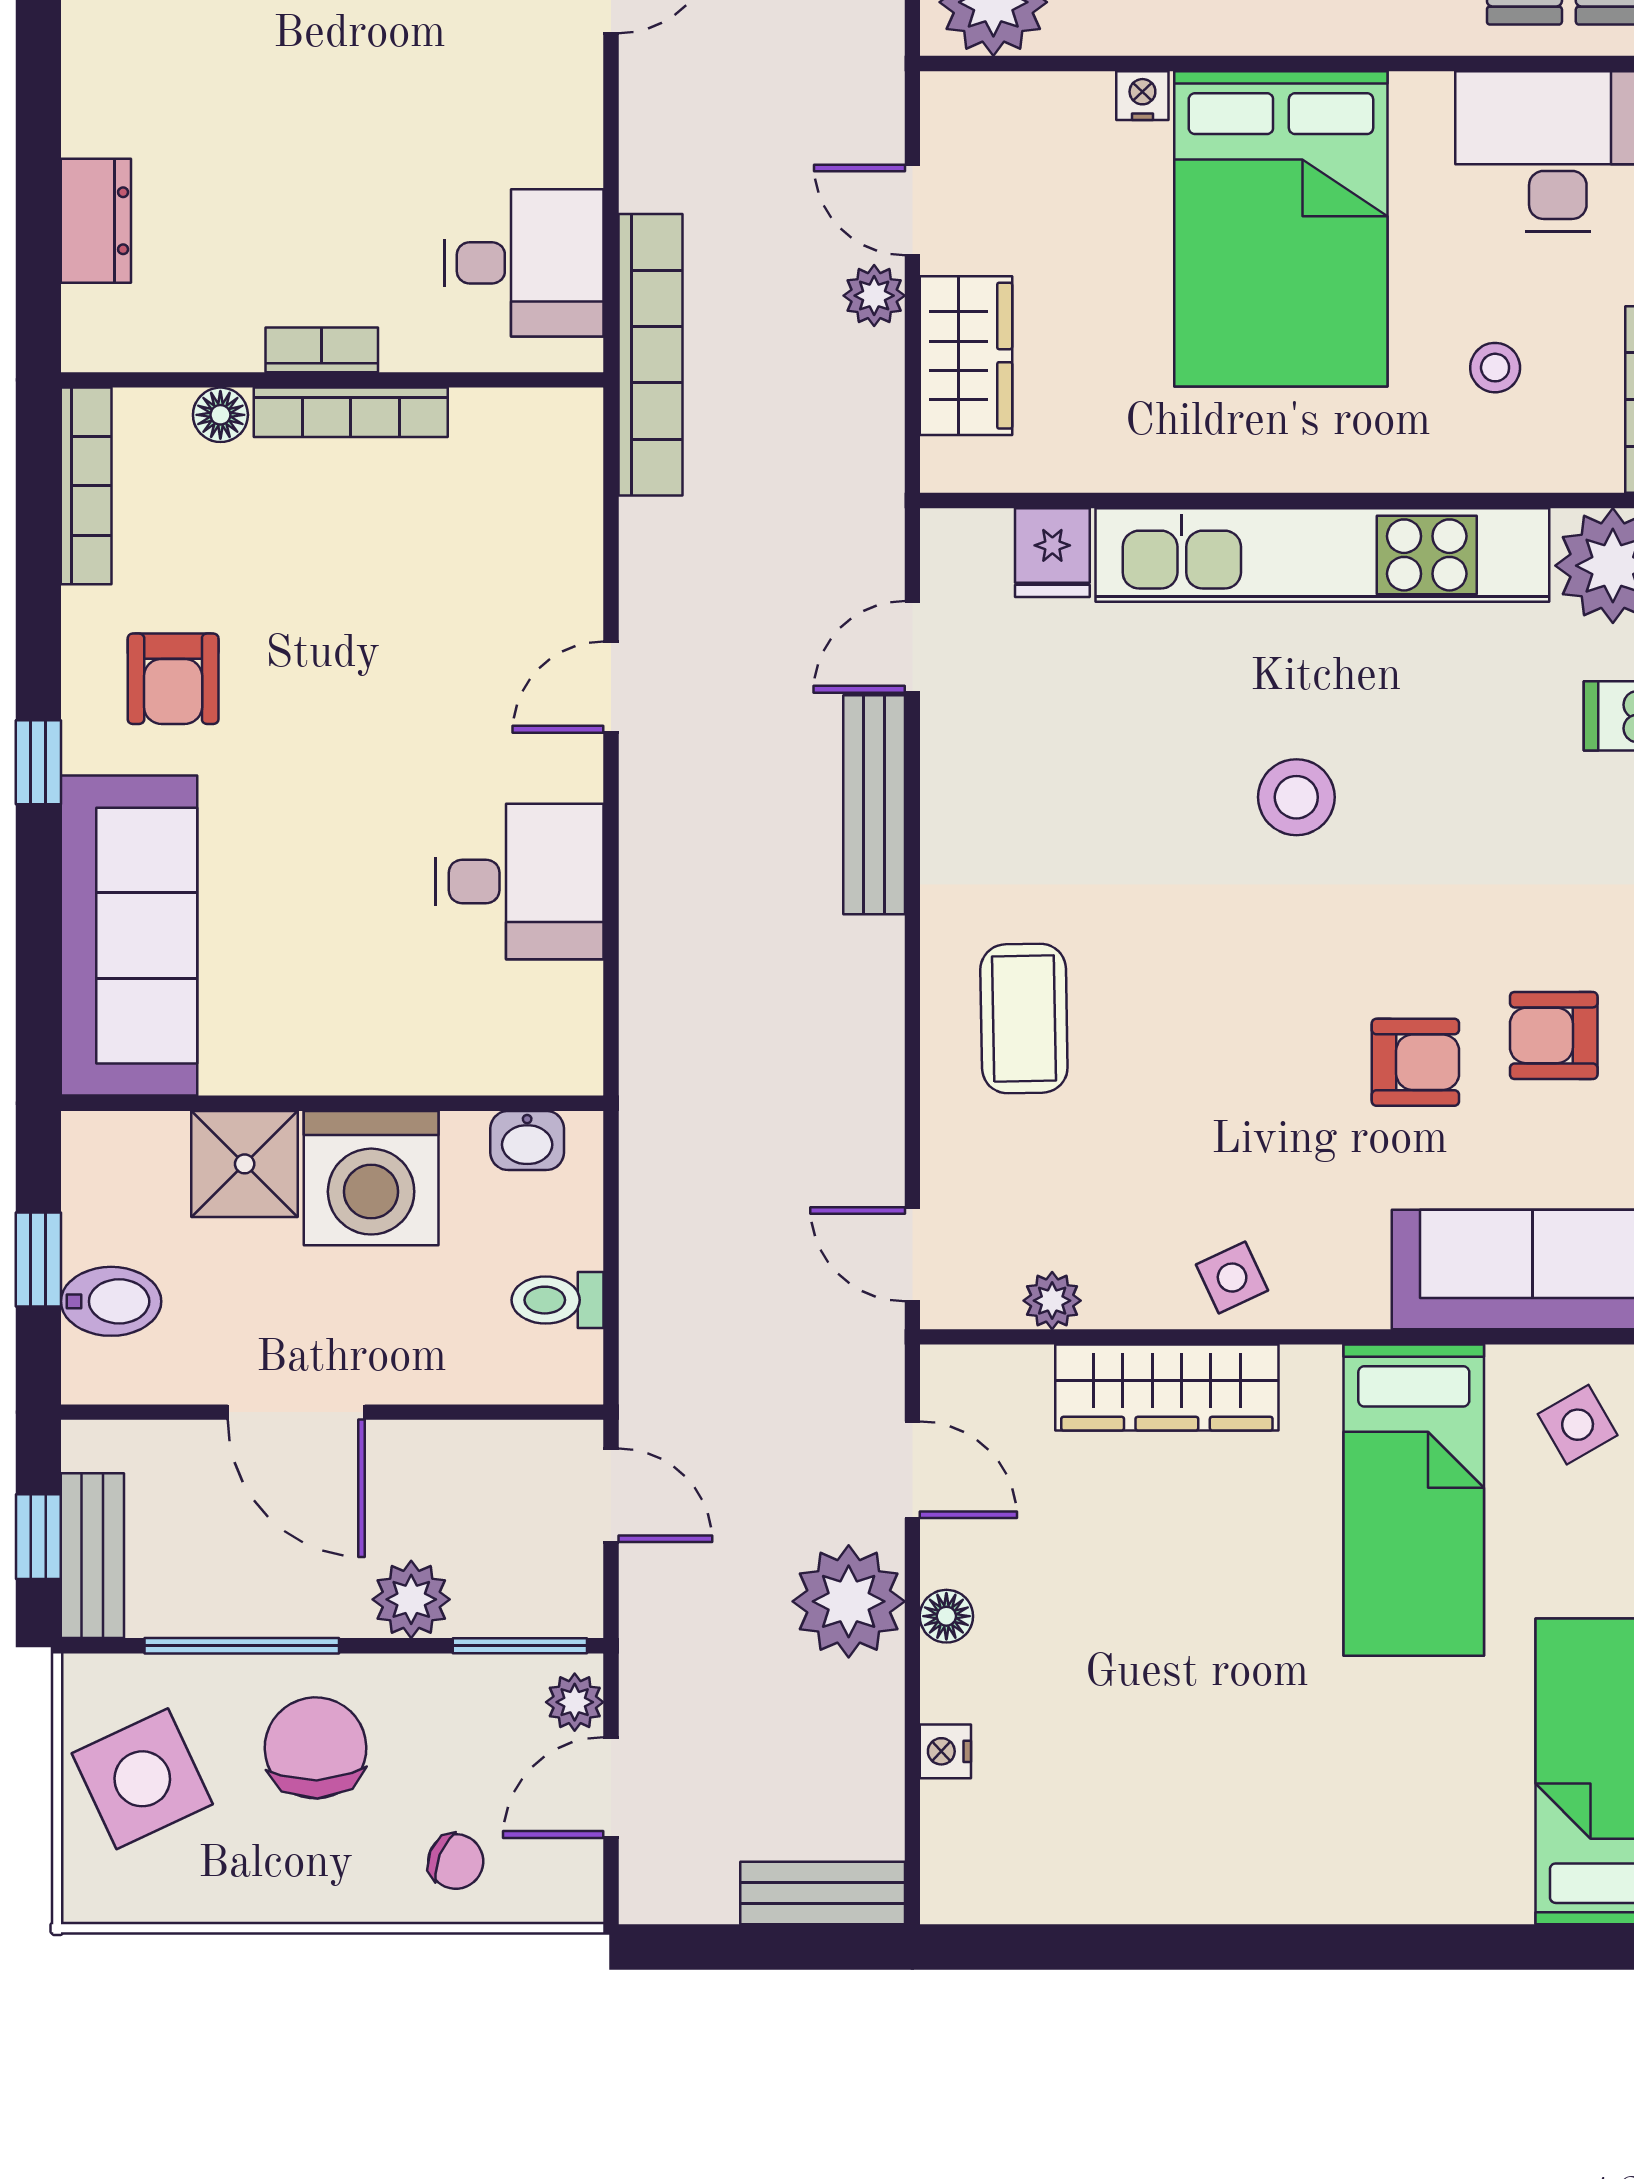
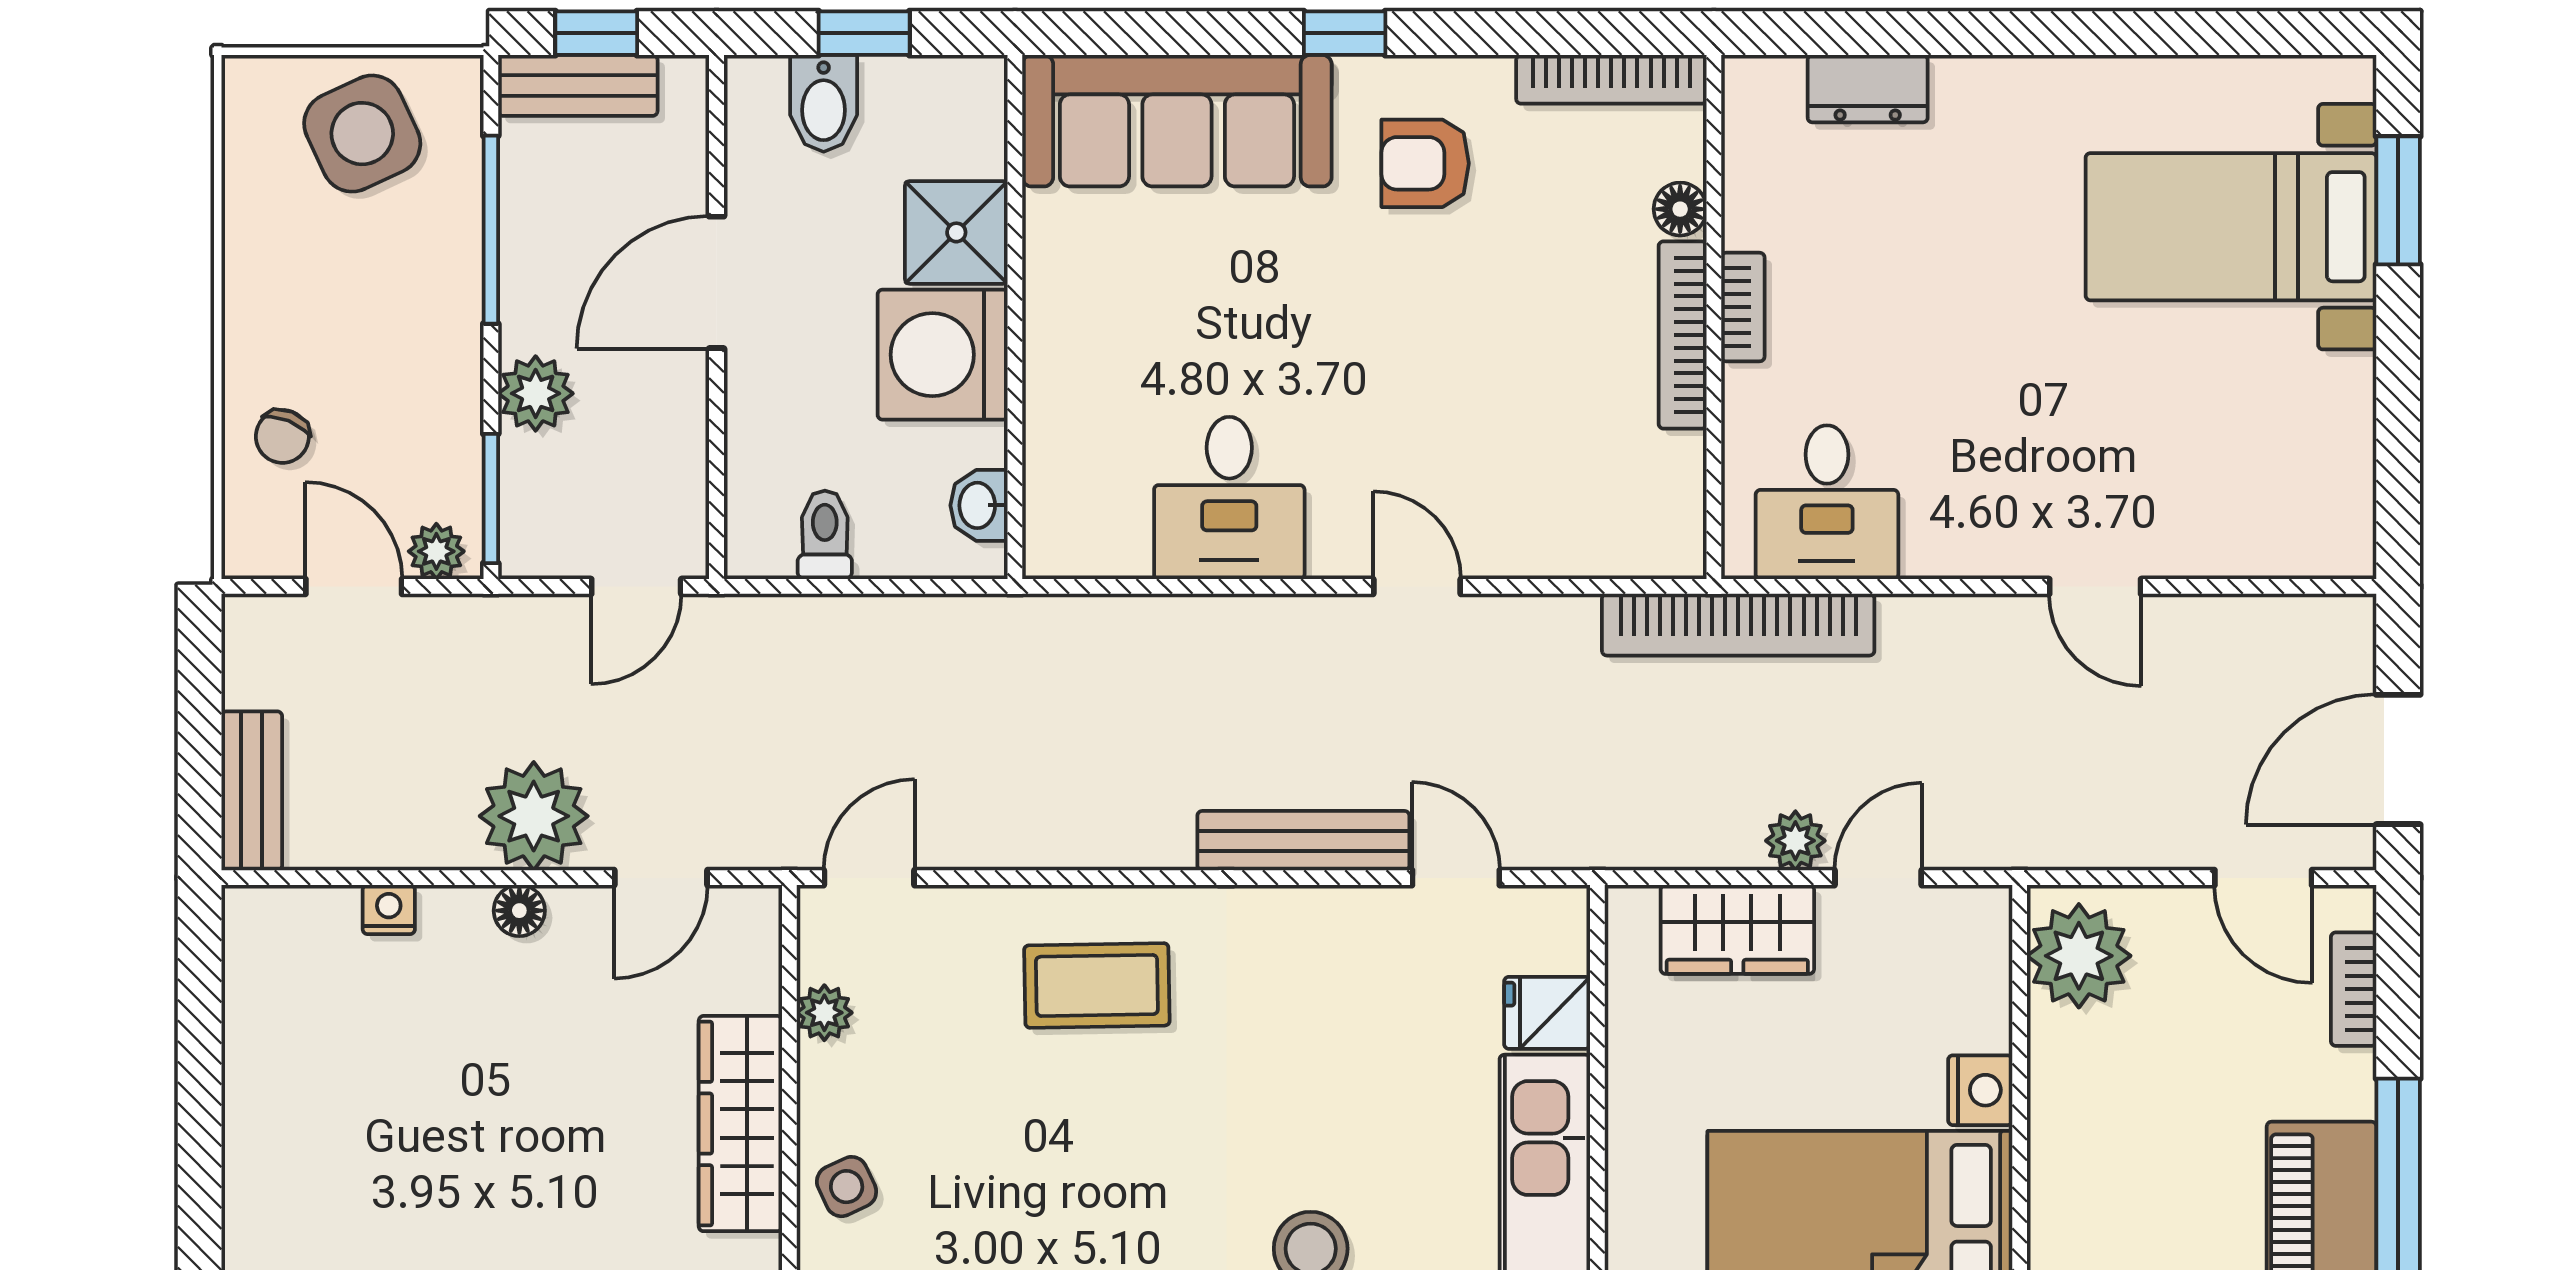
nightstand: (1142, 96) -> (1980, 1090), width x1.39, depth x1.35
chair: (315, 1748) -> (392, 301), removed

